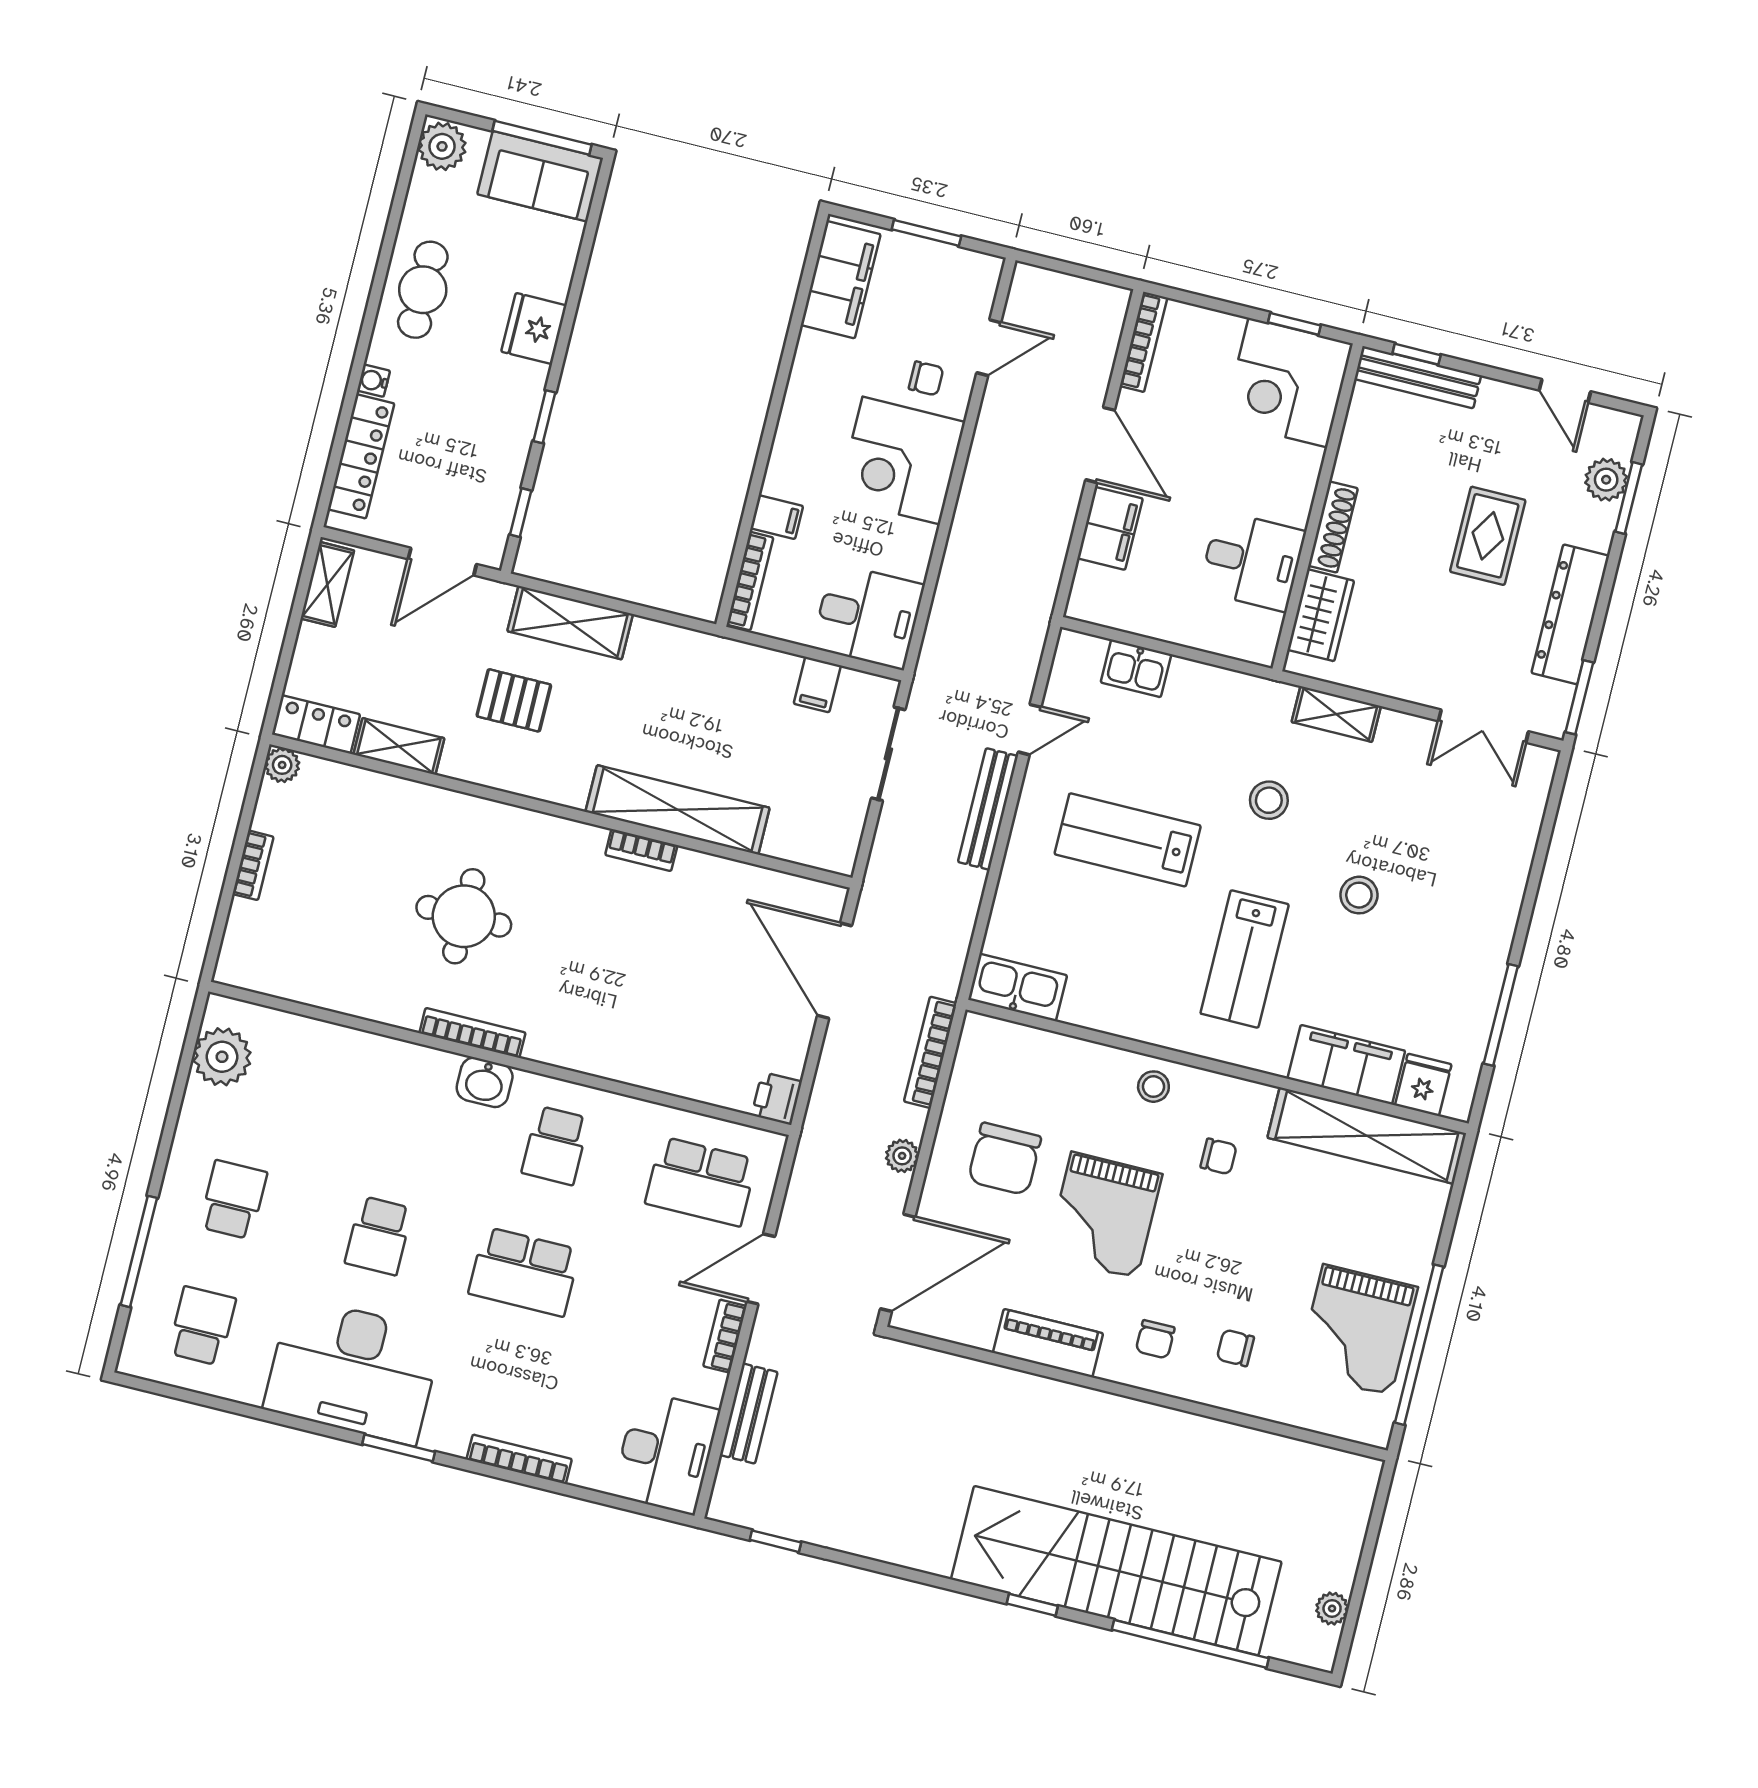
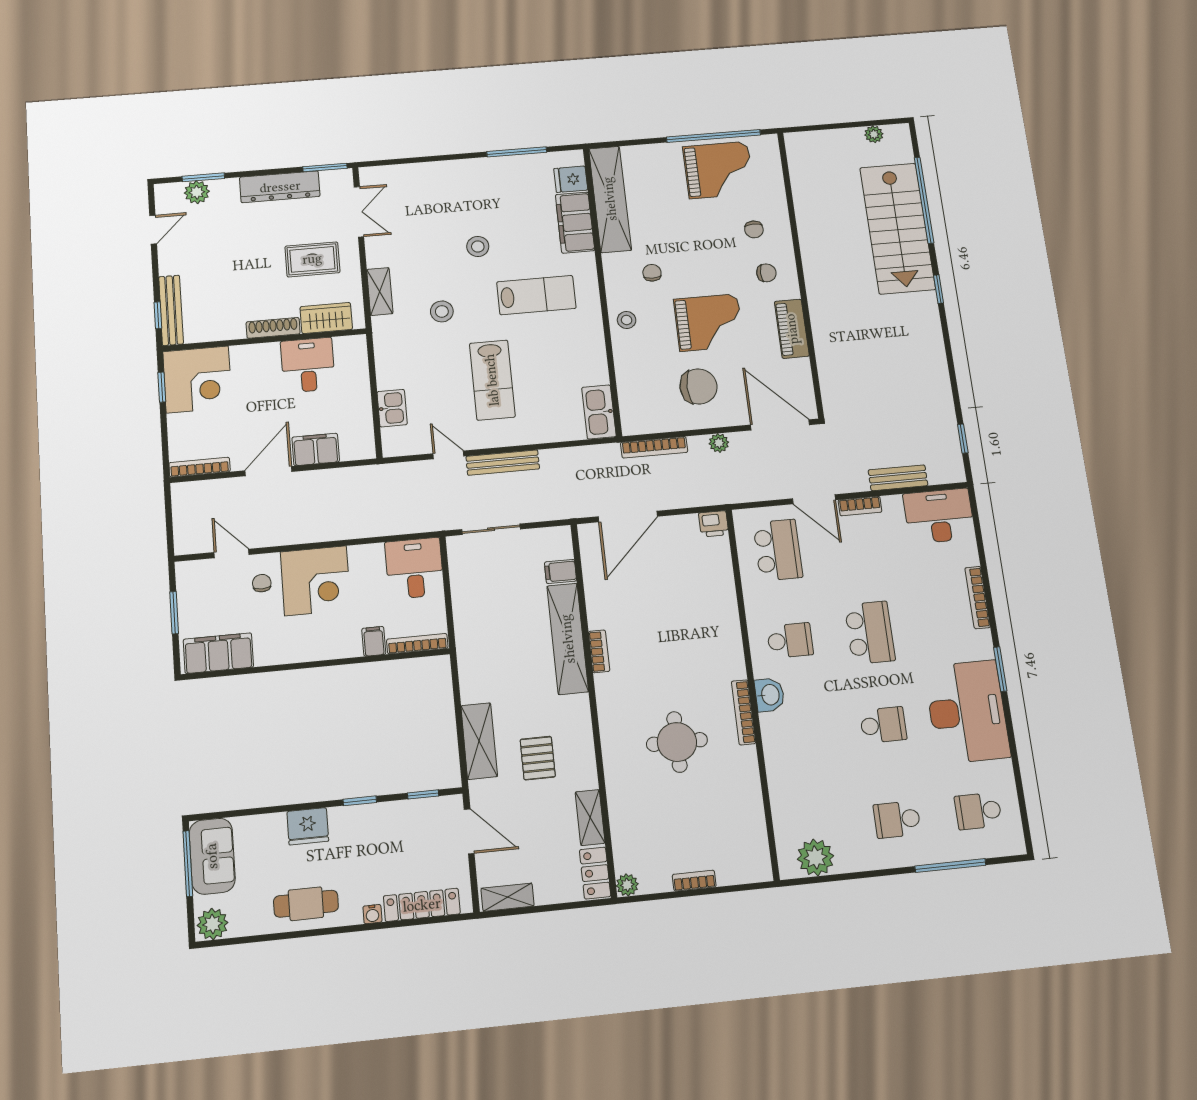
rug: (1488, 536) -> (312, 259), moved
filing cabinet: (817, 685) -> (561, 571), moved, turned 180
stairs: (1116, 1571) -> (897, 228), width x0.73

